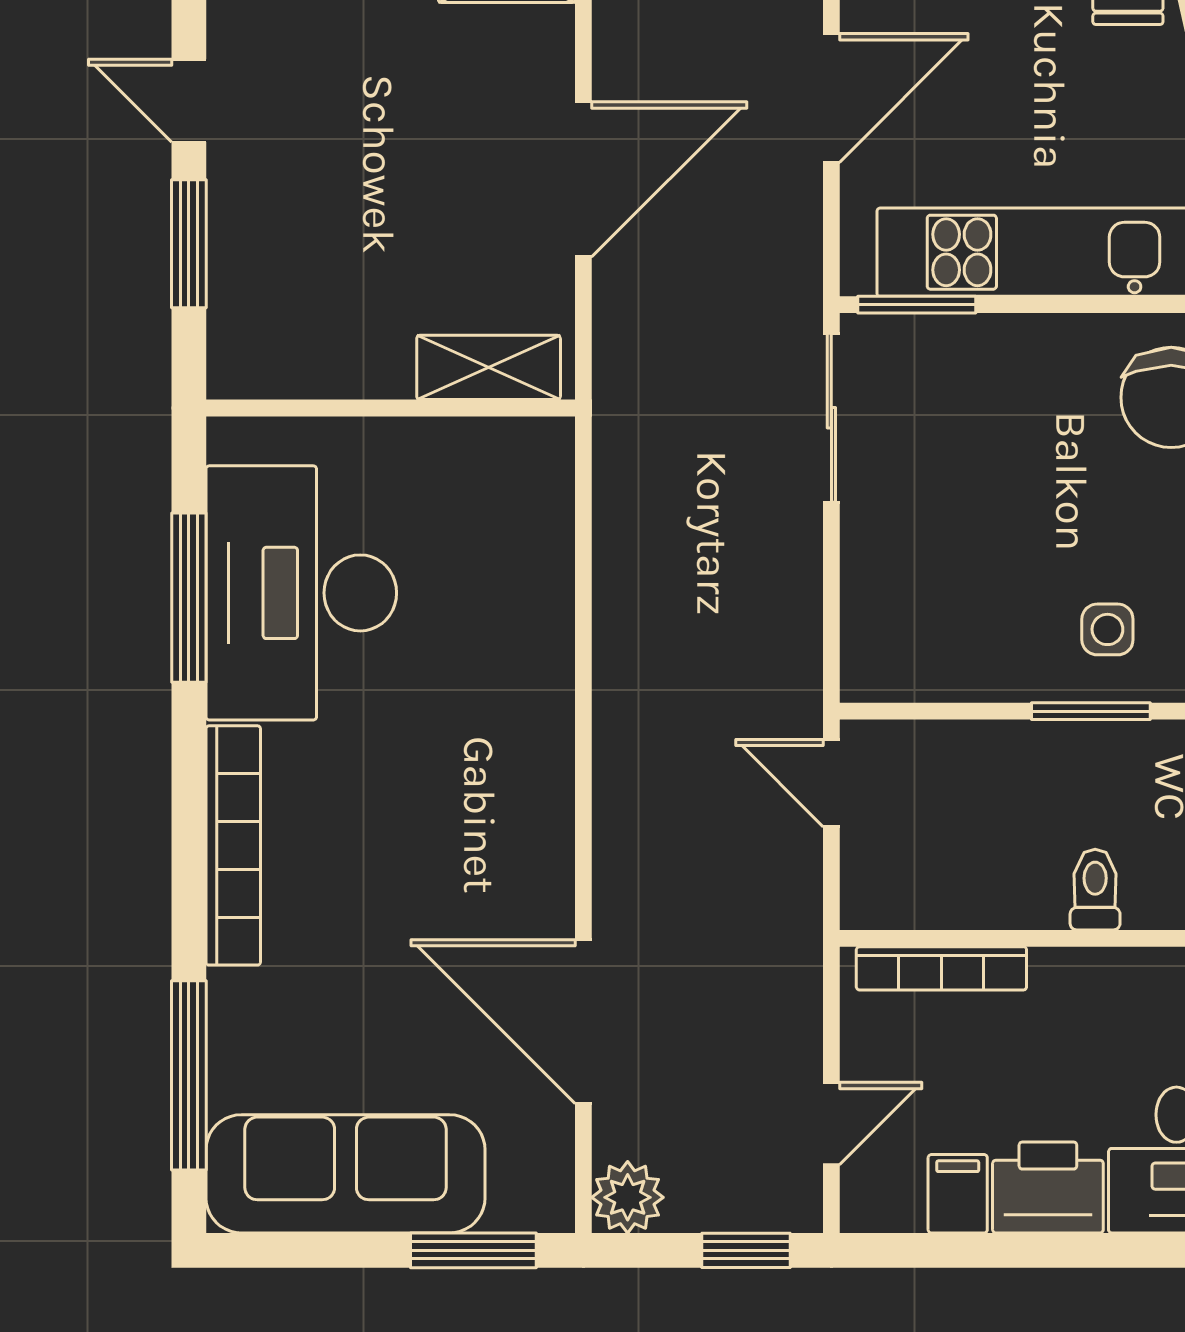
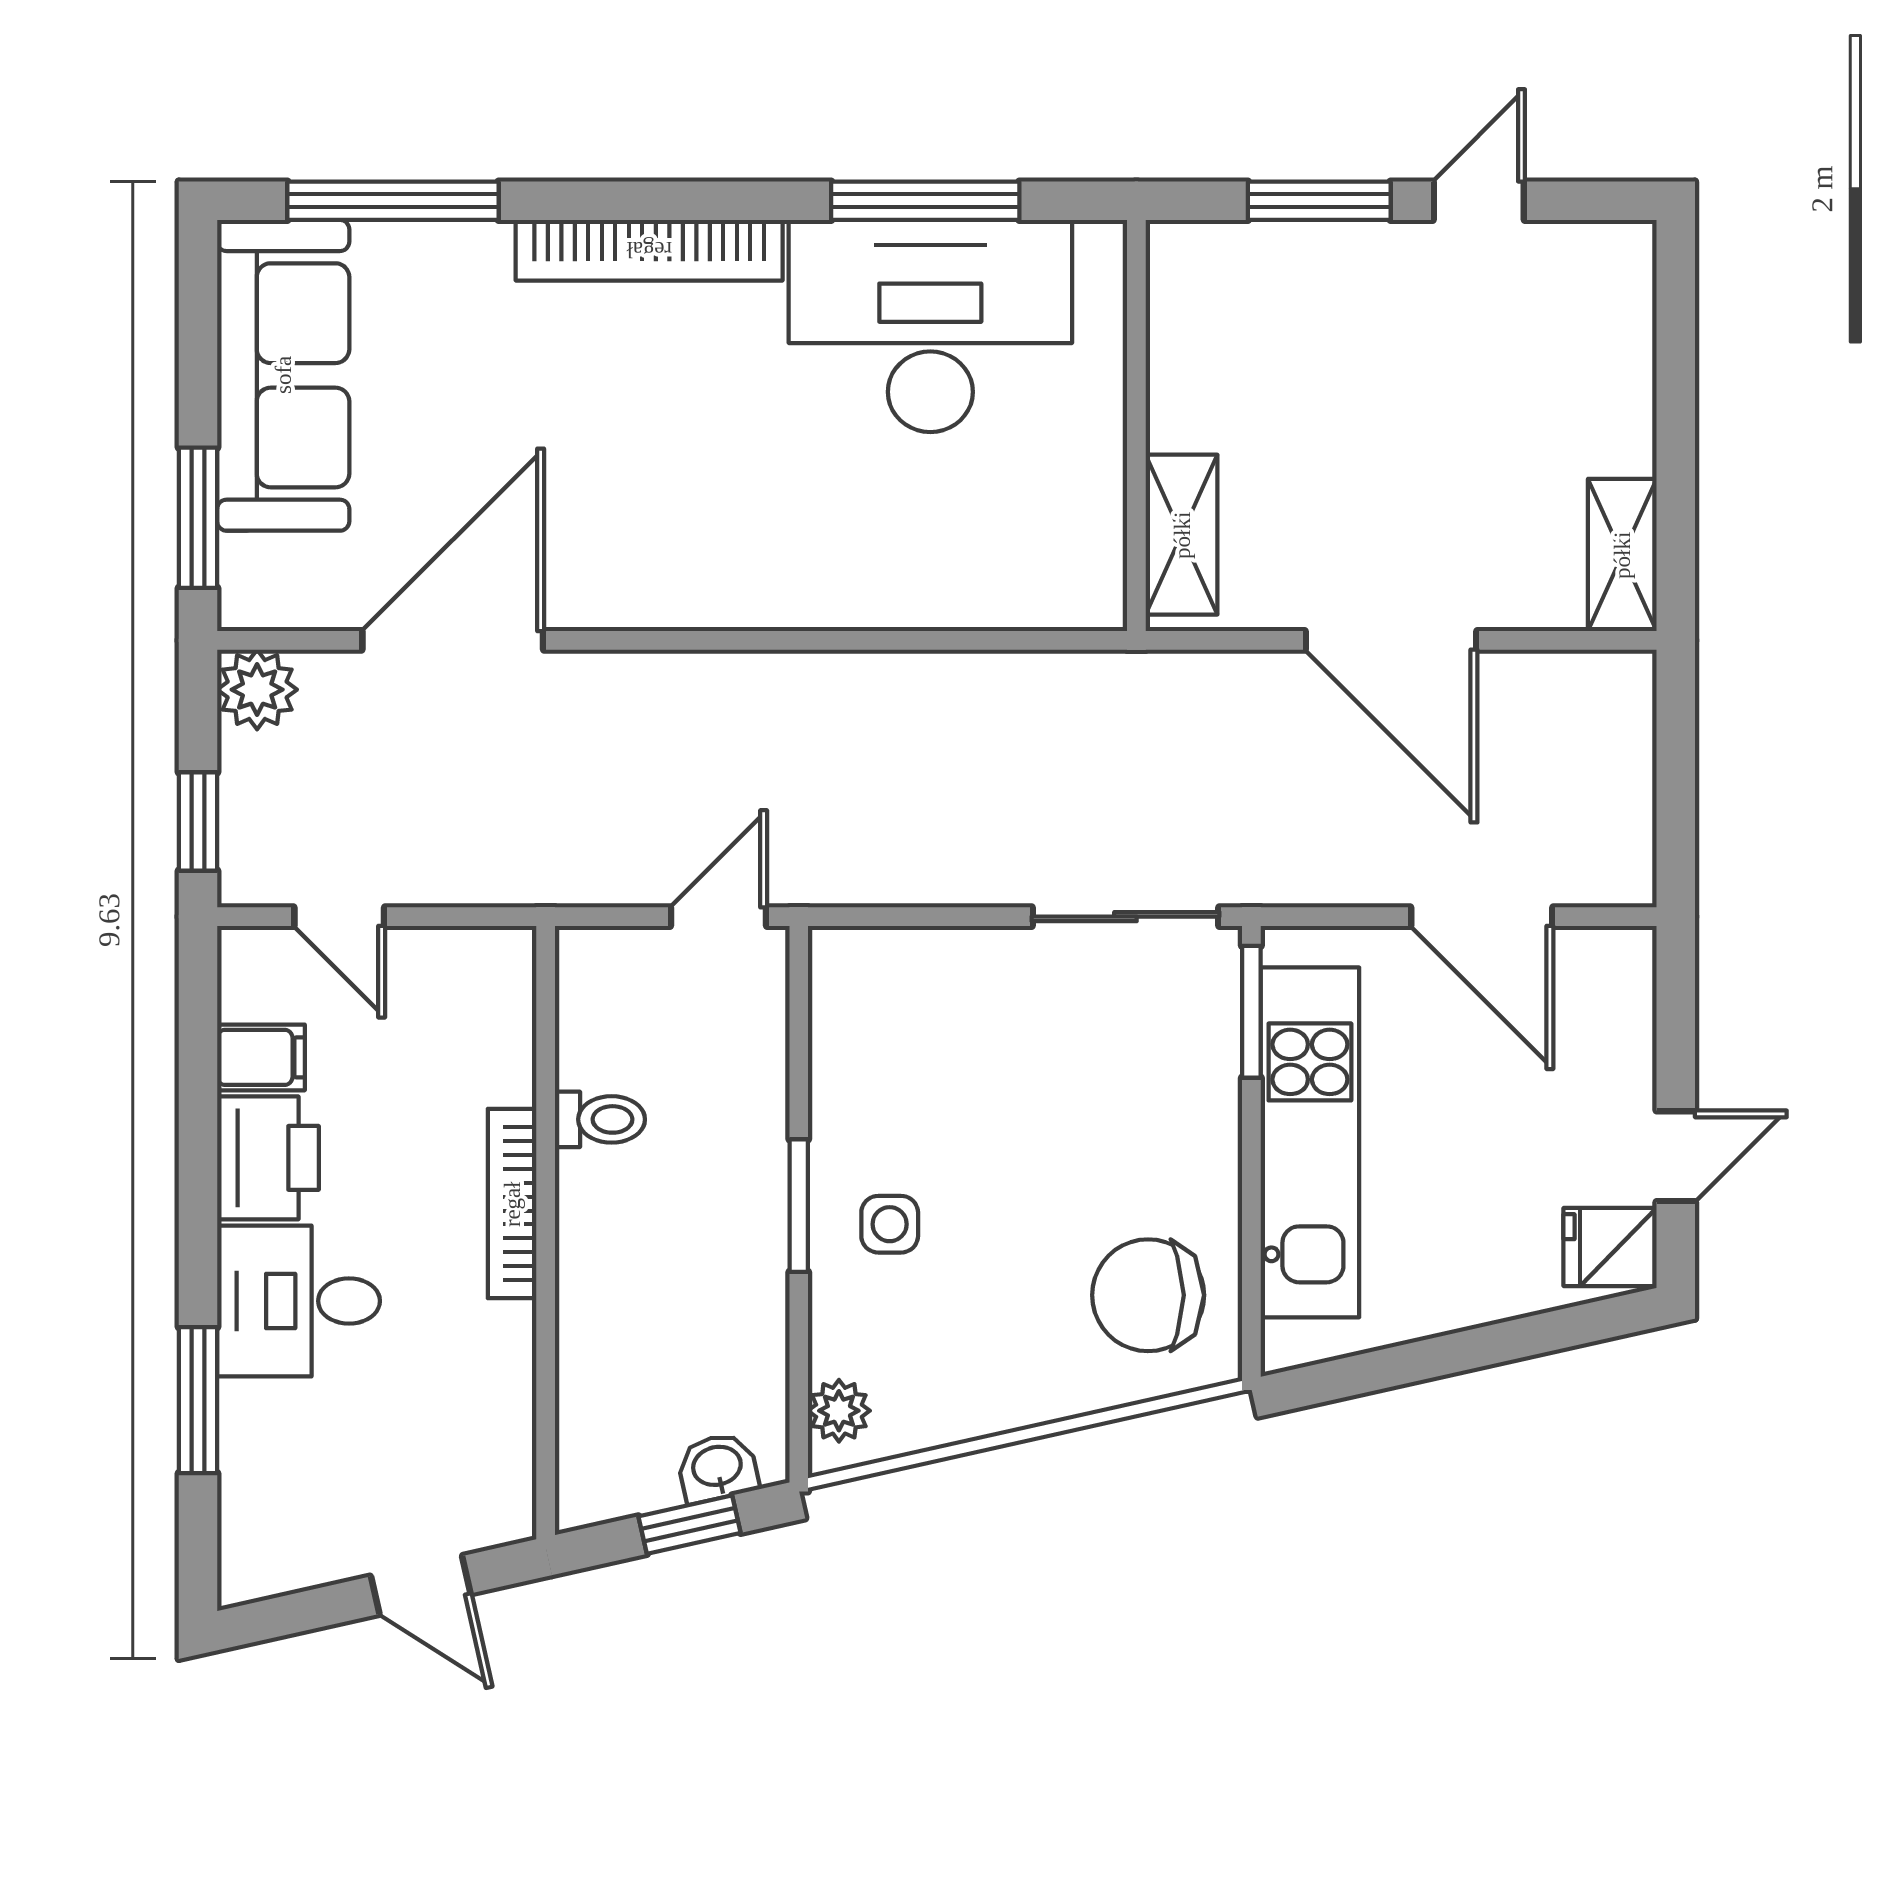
toilet: (1095, 890) -> (600, 1119), moved
bookcase: (941, 968) -> (512, 1204), moved

